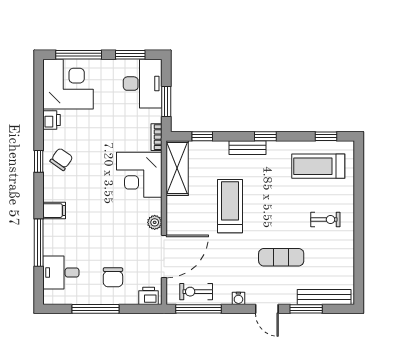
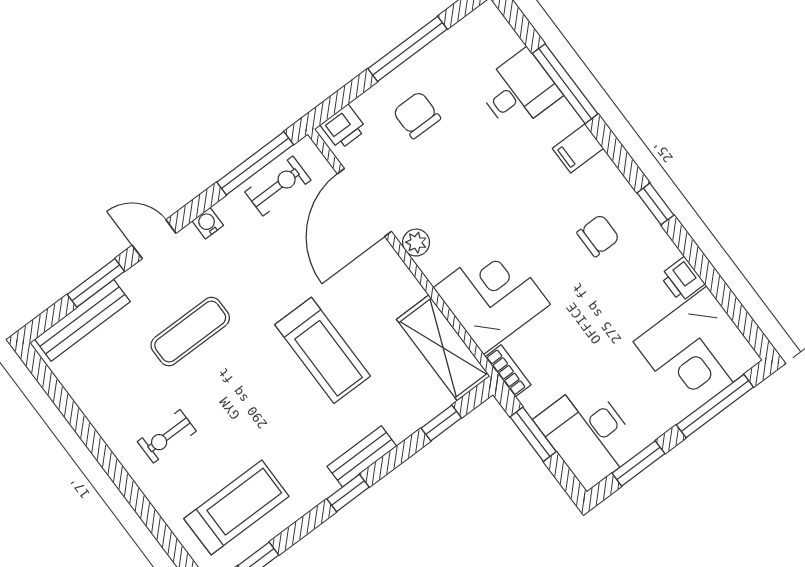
chair: (61, 159) -> (598, 236), moved, turned -125
desk: (61, 273) -> (519, 91), moved

